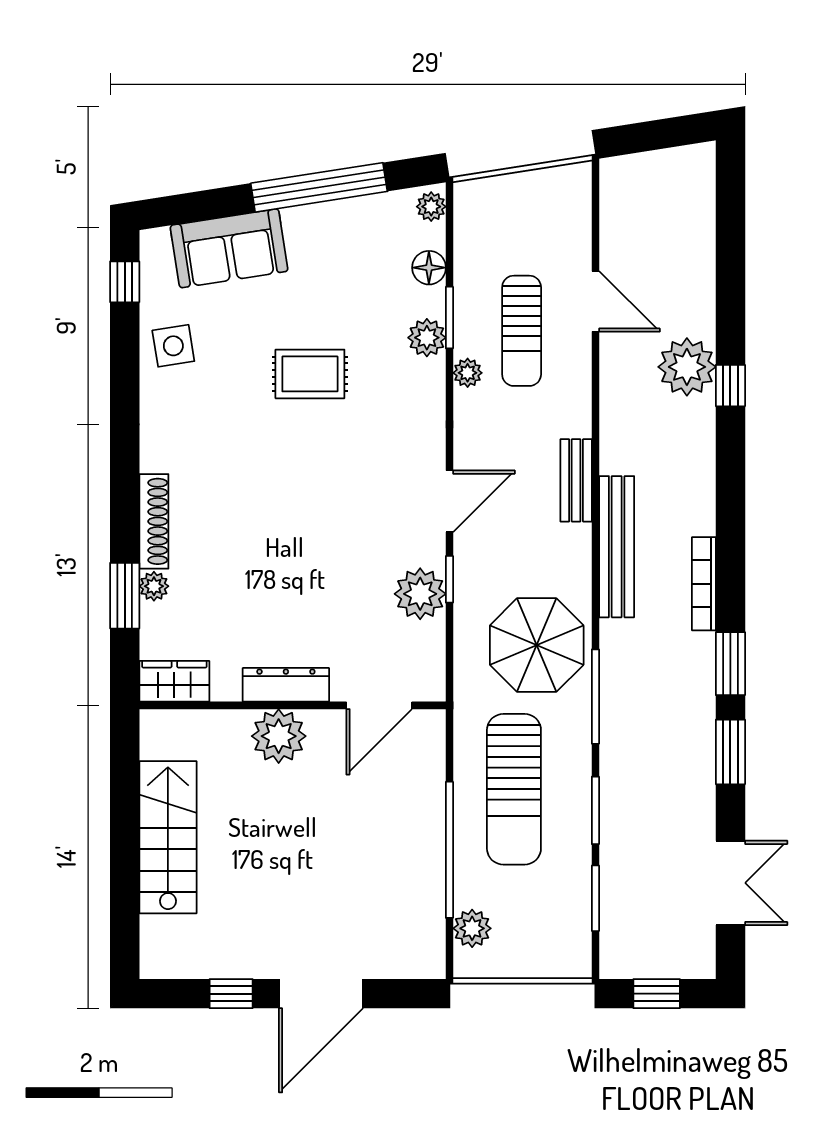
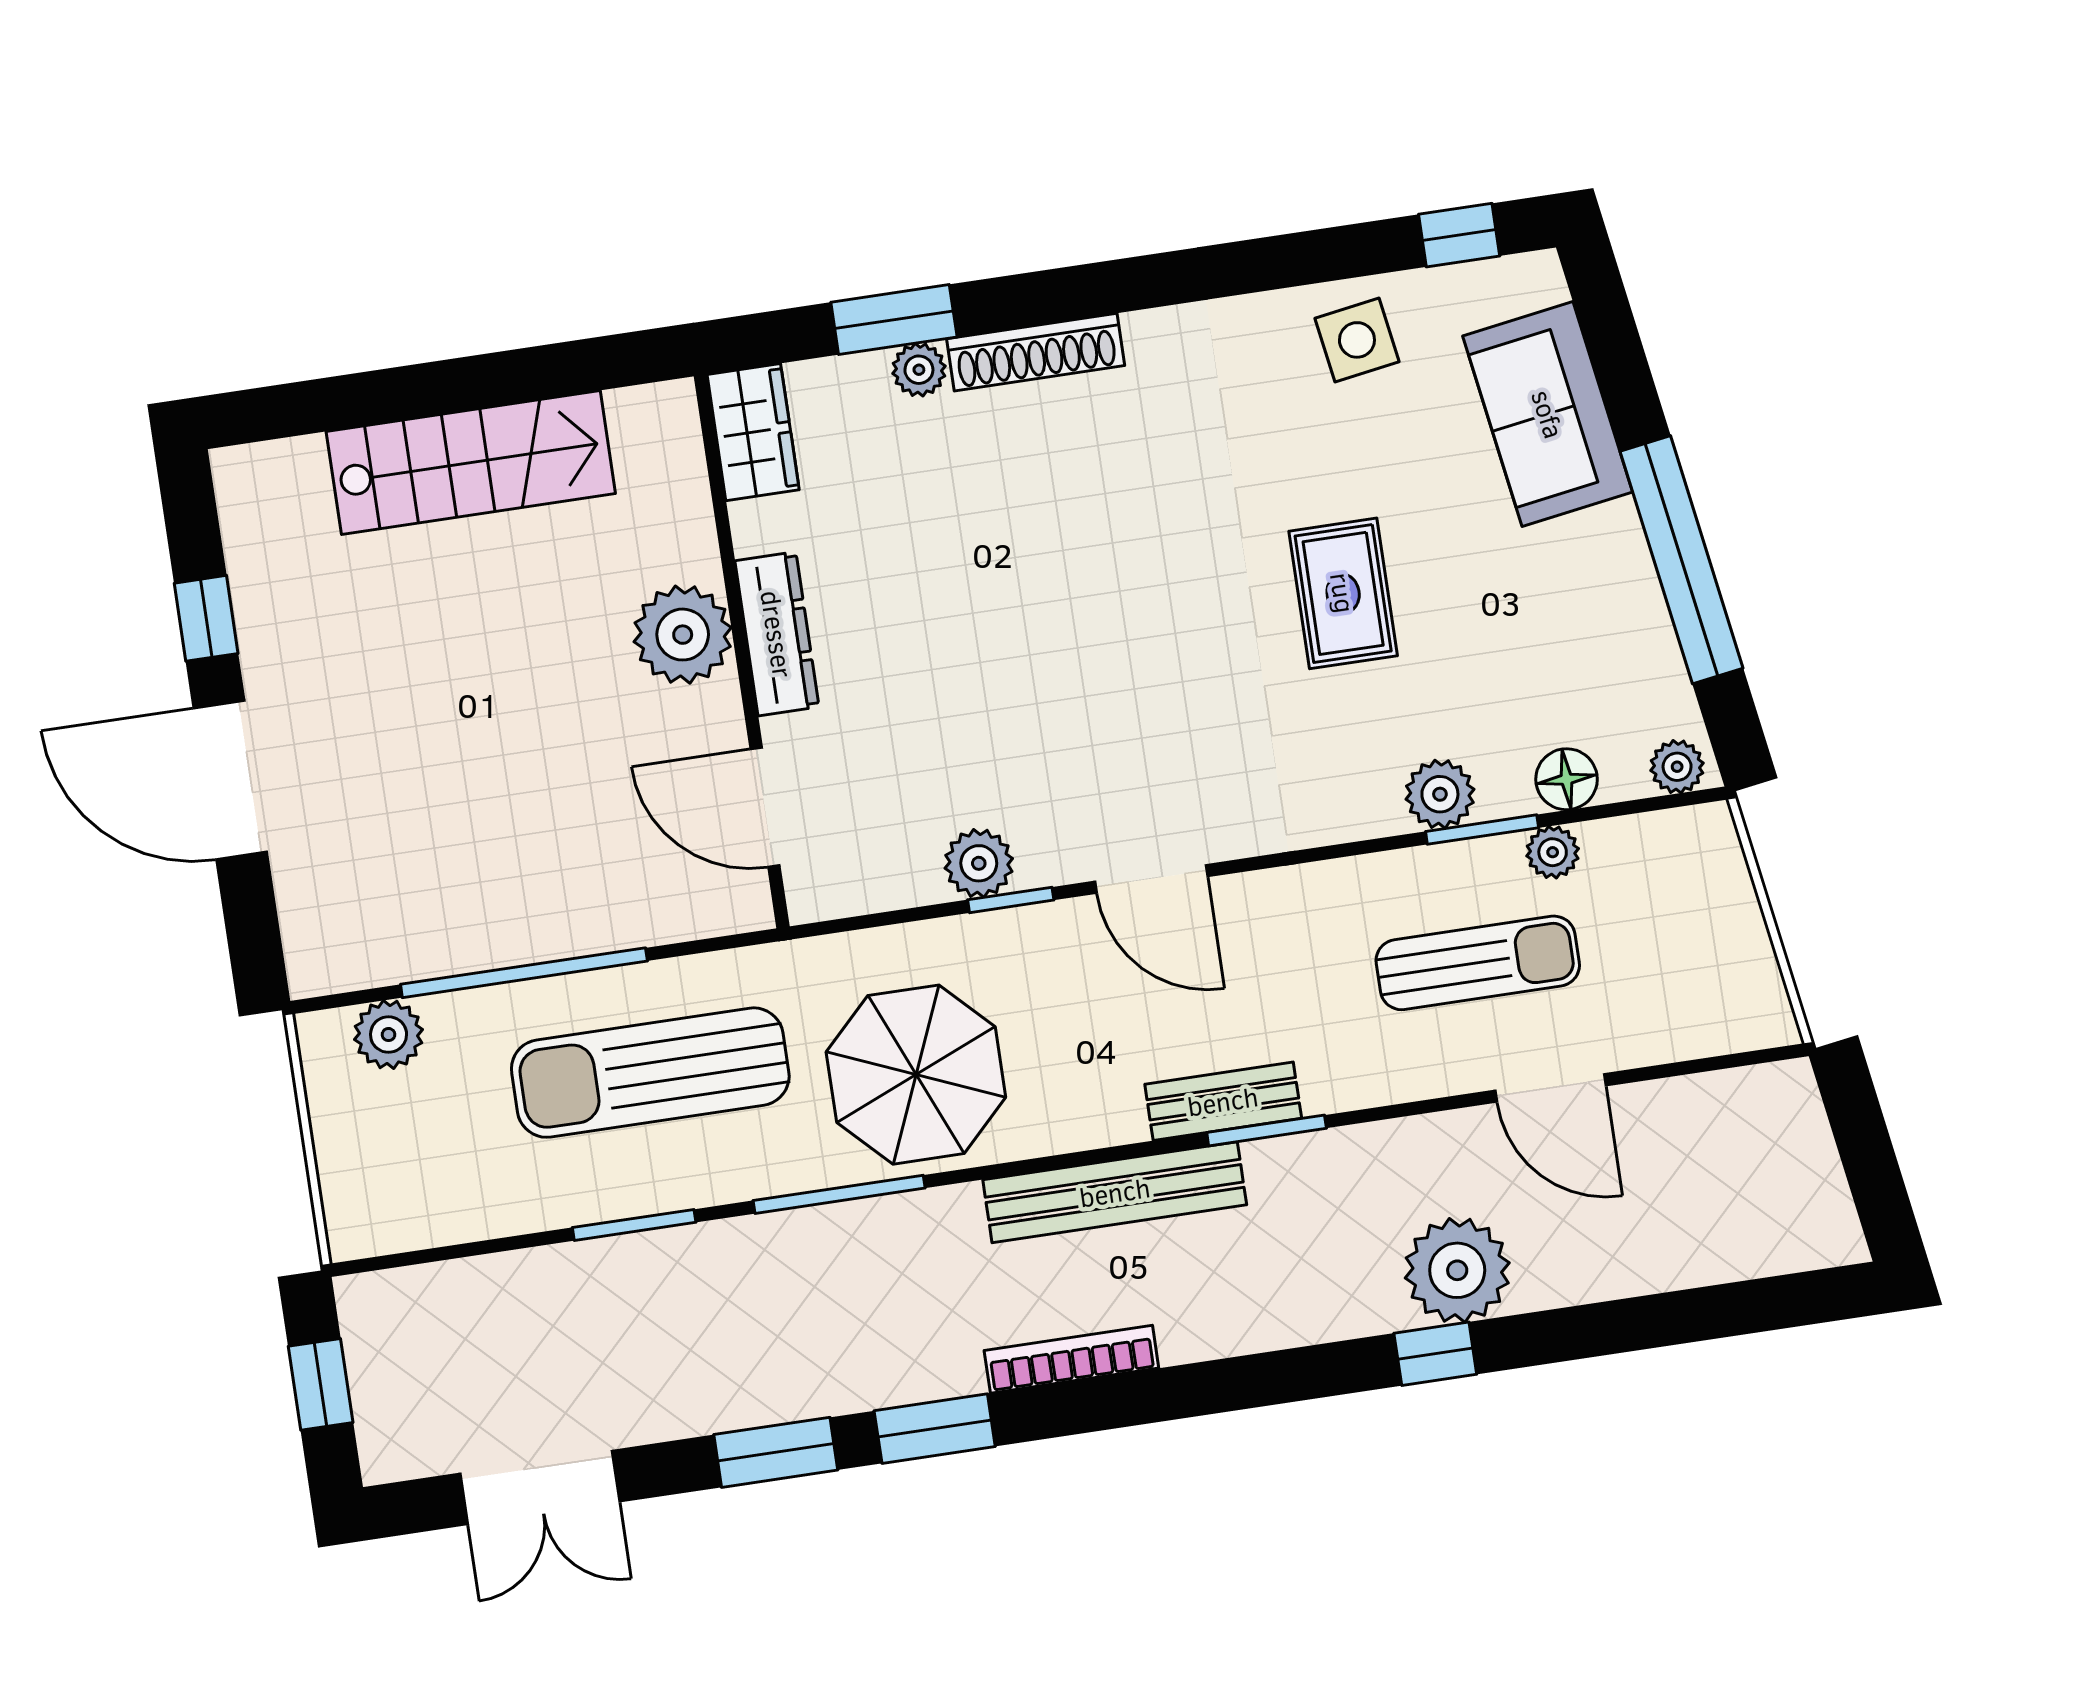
door: (595, 301) -> (1551, 1088), hinge flipped
sun lounger: (522, 331) -> (1478, 963), turned 180
plant: (468, 373) -> (1553, 852), moved
plant: (420, 594) -> (979, 863), width x0.73, depth x0.73
window: (595, 898) -> (1267, 1130), moved

